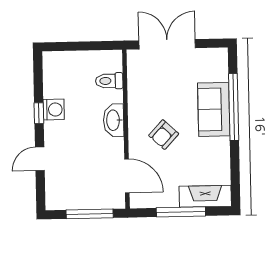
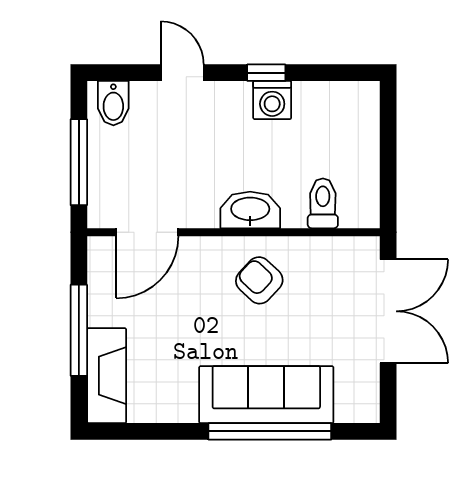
sofa: (214, 109) -> (266, 395), width x1.36
armchair: (164, 135) -> (259, 280), moved
bidet: (57, 196) -> (113, 103), added

